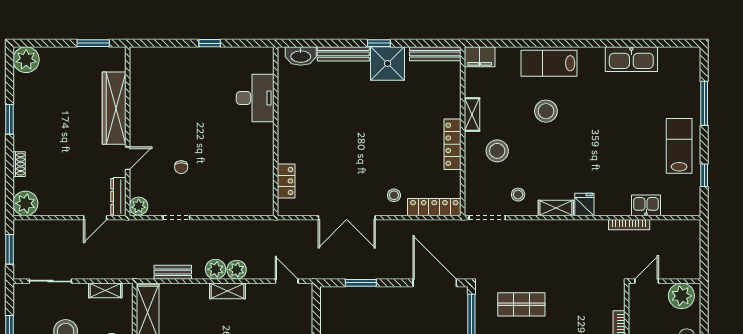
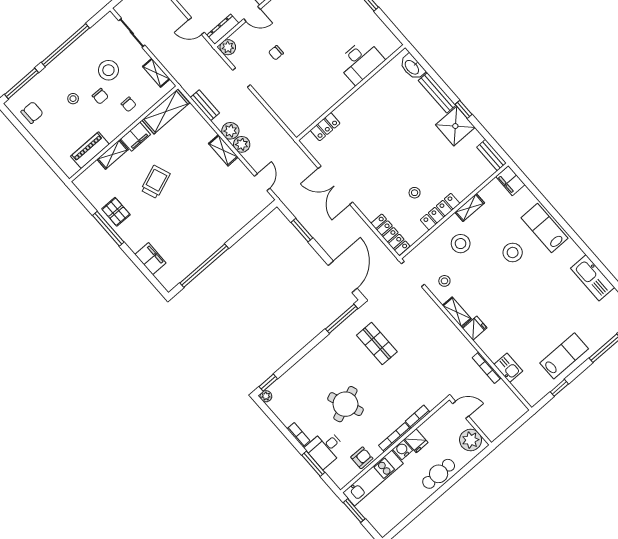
bench: (435, 54) -> (492, 155), width x0.73
stool: (394, 195) -> (415, 193), moved

